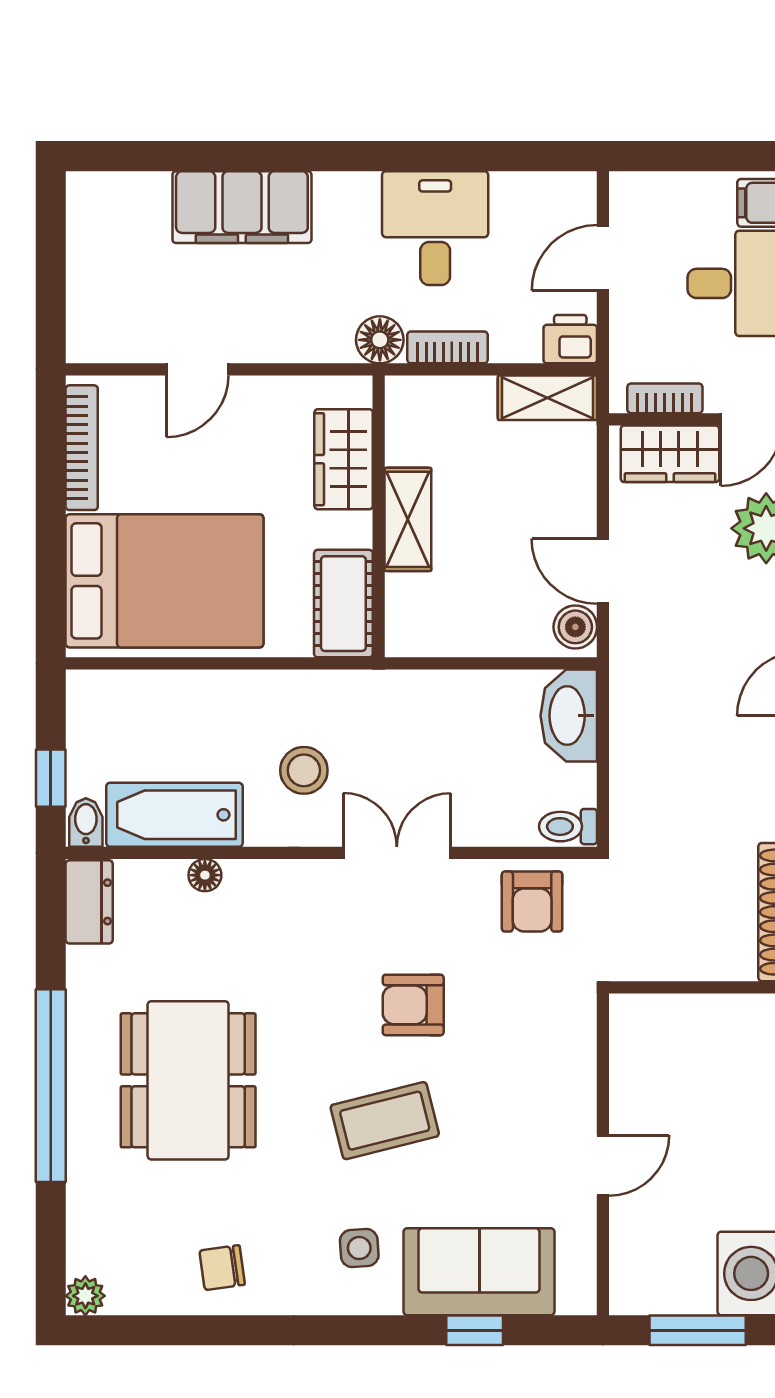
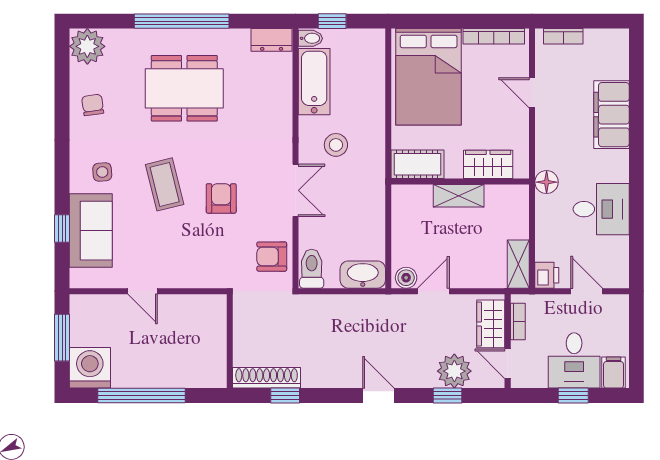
bookcase: (448, 347) -> (563, 36), moved, turned 90
toilet: (568, 827) -> (312, 269), width x1.37, depth x1.39
floor lamp: (205, 875) -> (285, 97), removed
plant: (85, 1296) -> (87, 46), width x1.88, depth x1.88

